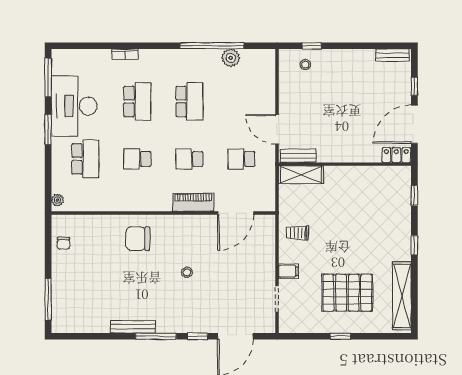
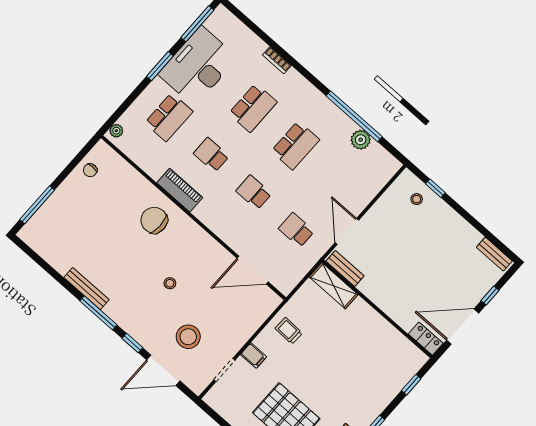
piano: (193, 202) -> (180, 190), moved
stool: (232, 298) -> (188, 337), added

